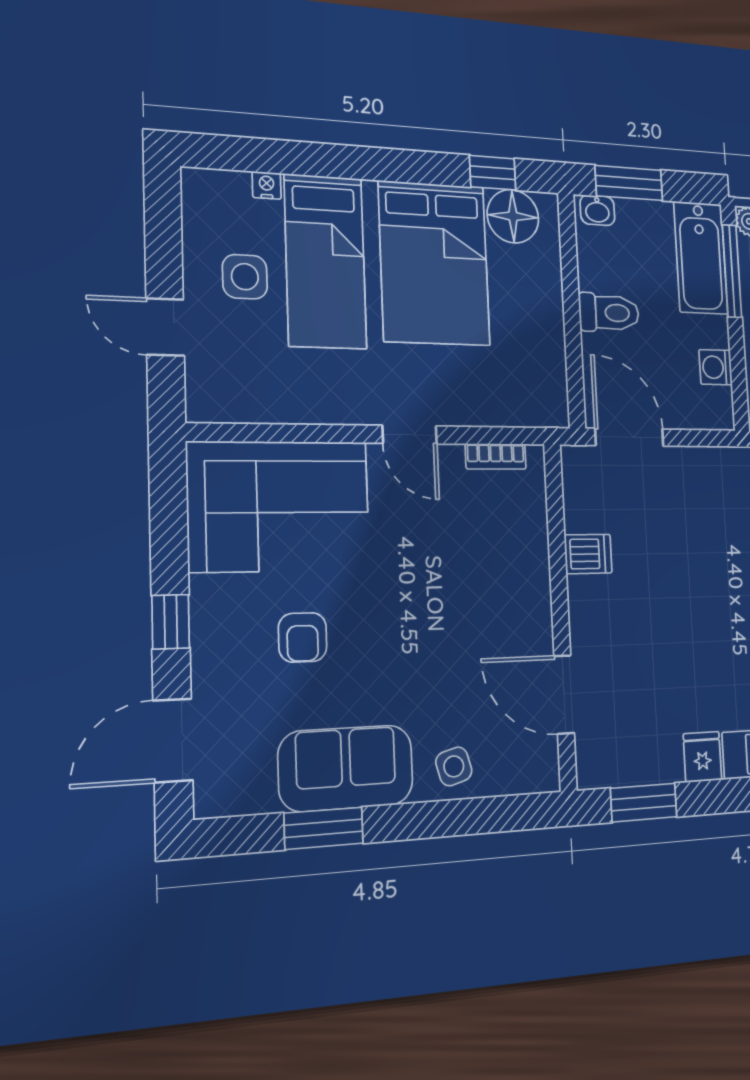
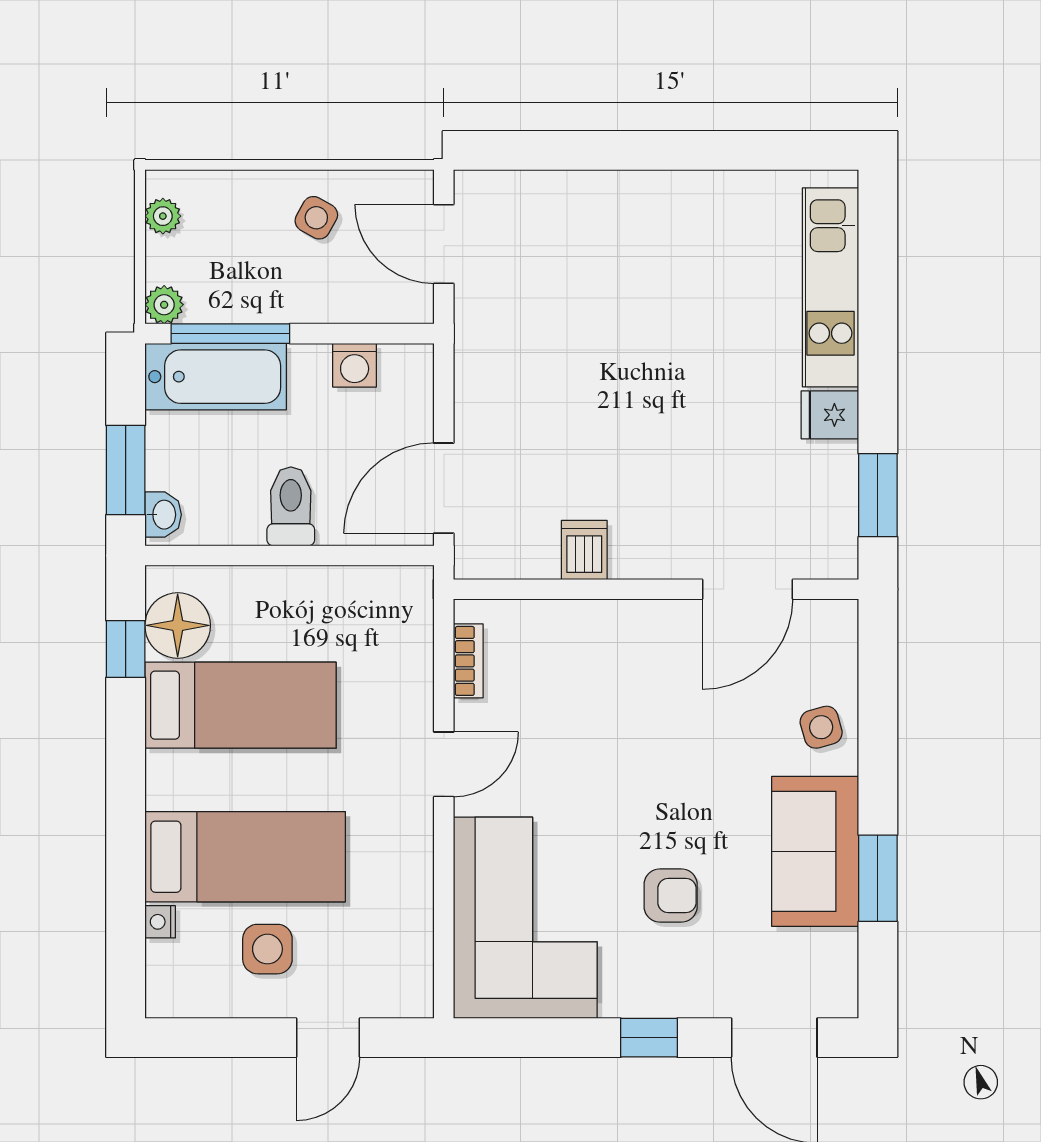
bed: (434, 263) -> (241, 705), width x0.67

